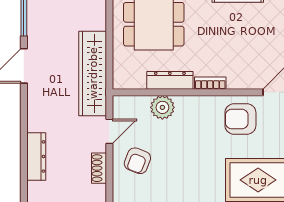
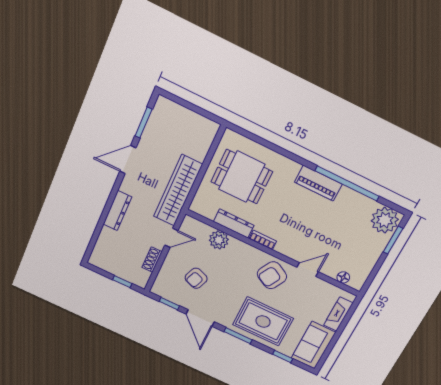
armchair: (240, 119) -> (272, 275), turned -61
dresser: (36, 156) -> (117, 211), moved
armchair: (137, 161) -> (196, 278), moved

